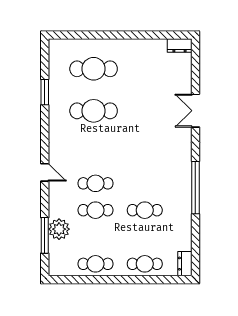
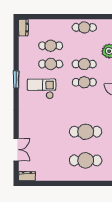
double door: (195, 111) -> (16, 150), moved
checkout: (158, 174) -> (42, 89), added
window: (195, 188) -> (16, 79), width x0.47
cafe table: (145, 264) -> (51, 46), moved

